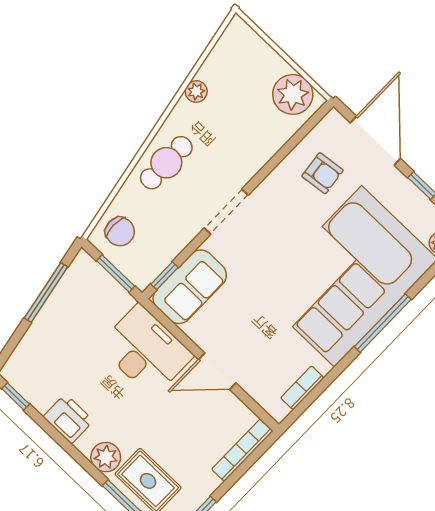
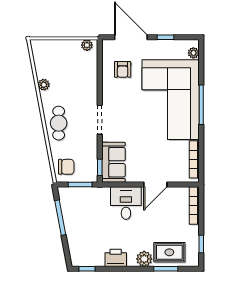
plant: (293, 94) -> (87, 45), width x0.53, depth x0.53
armchair: (323, 173) -> (123, 69), turned 97
desk: (146, 351) -> (126, 203), width x0.73
bookcase: (302, 388) -> (194, 159), width x1.56

